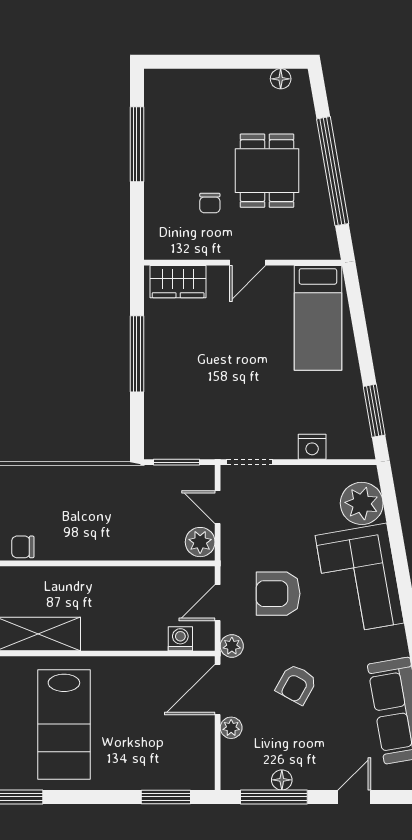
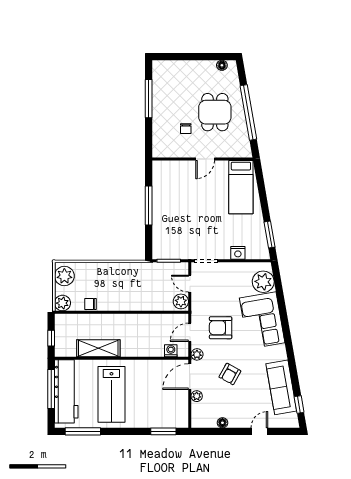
wardrobe: (178, 282) -> (170, 169), removed
window: (274, 797) -> (218, 431), removed

